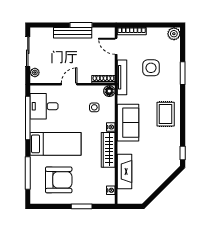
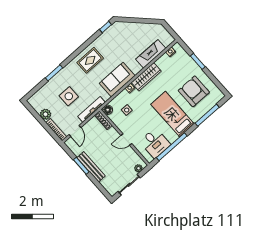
plant: (174, 34) -> (45, 114), moved

